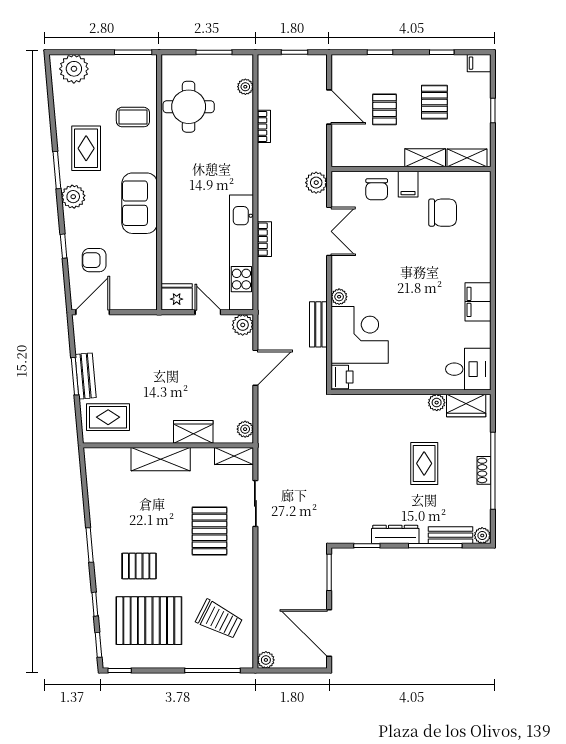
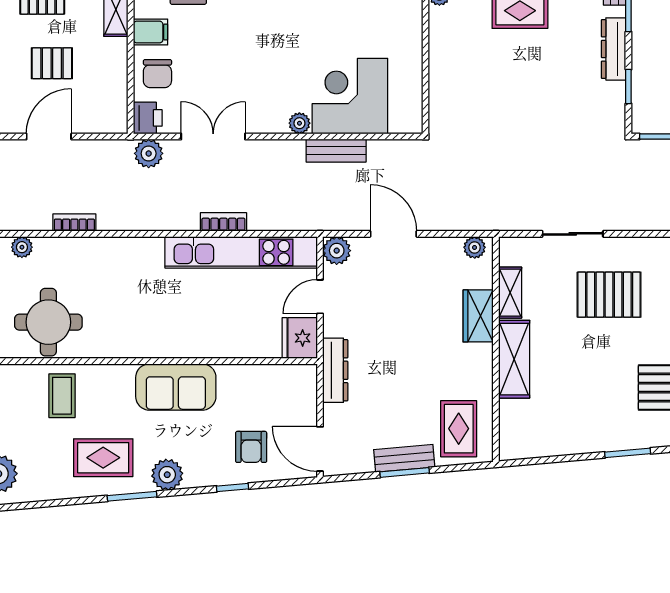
chair: (377, 189) -> (157, 74), turned 90
dresser: (152, 324) -> (335, 370), added
printer: (342, 377) -> (148, 118), moved, turned 90
shelving: (234, 456) -> (510, 293), moved

